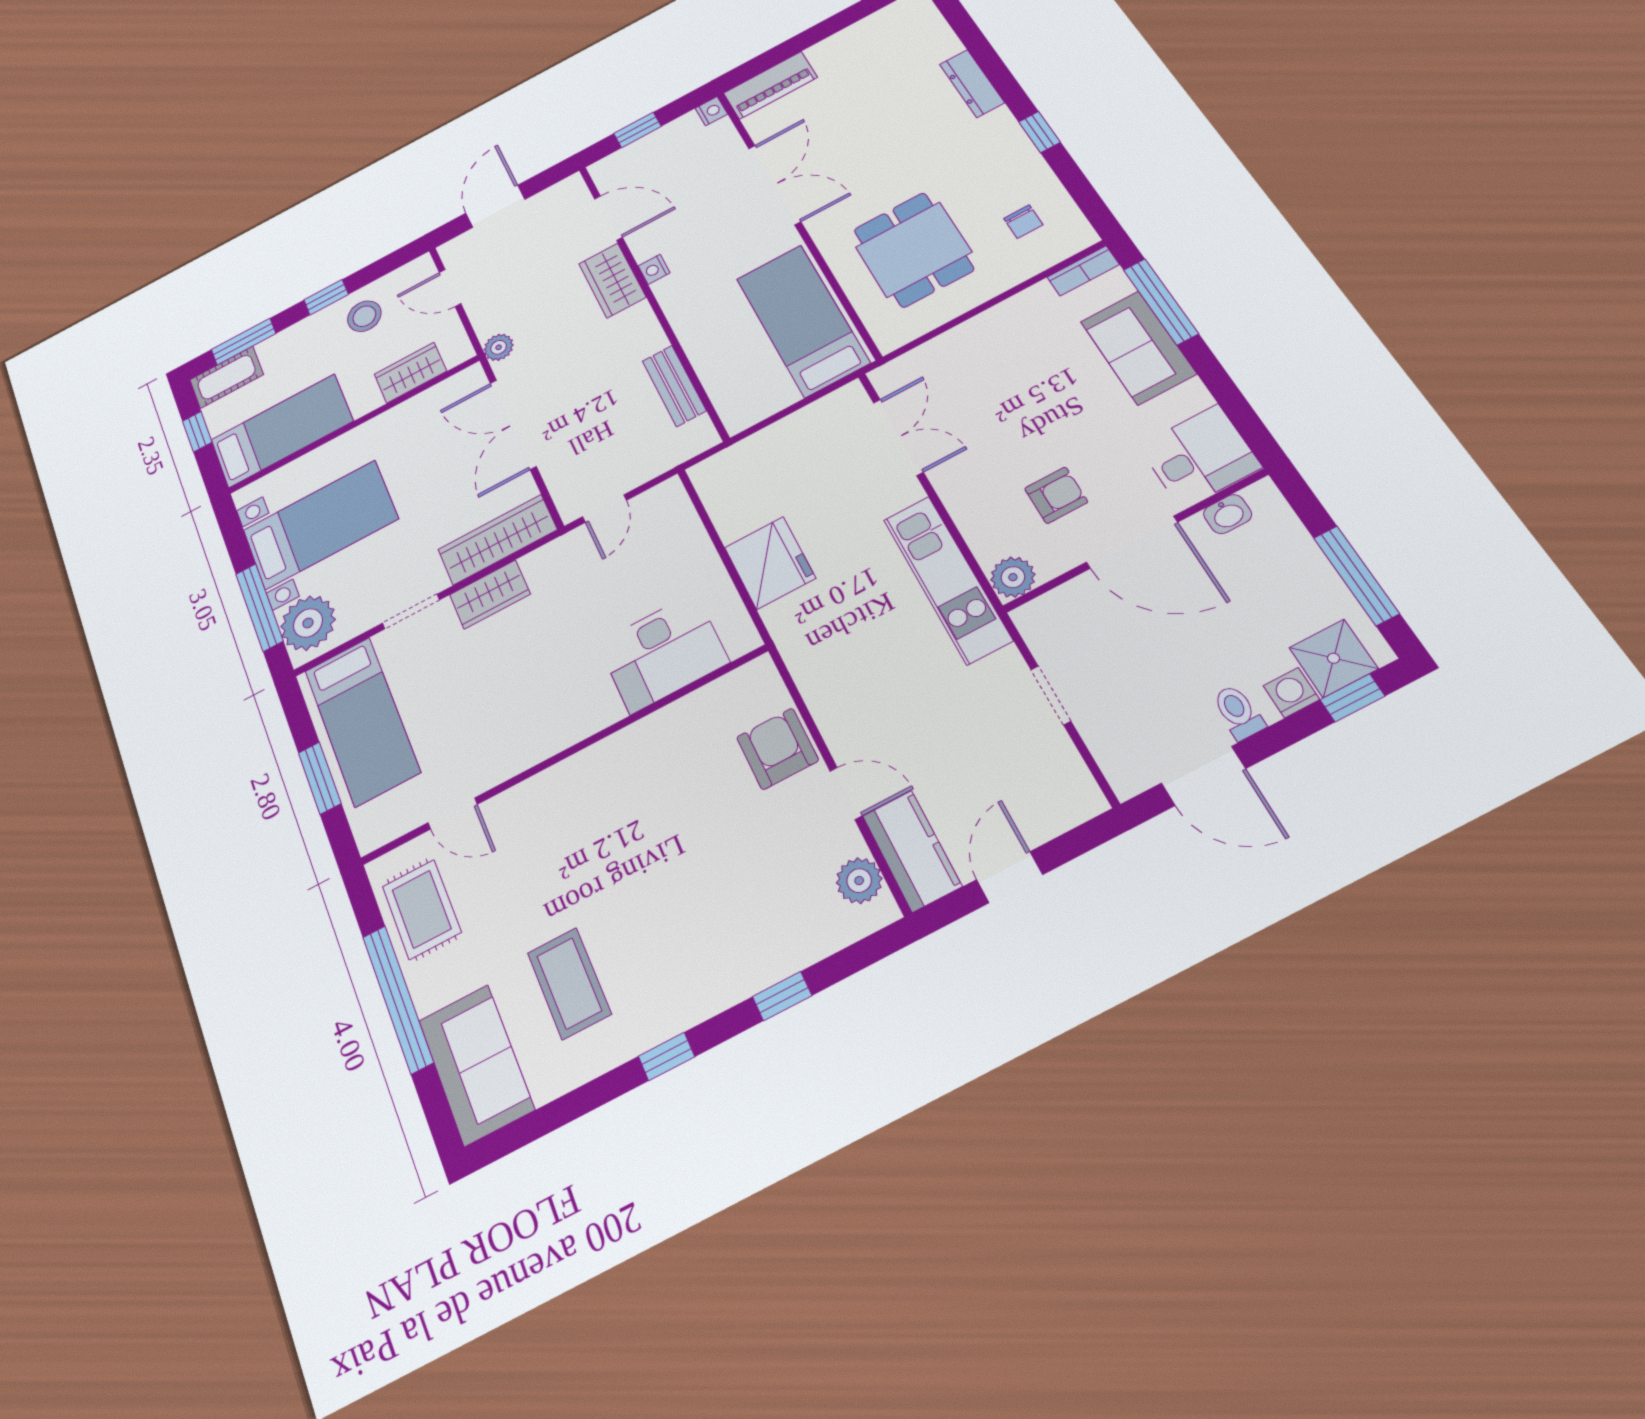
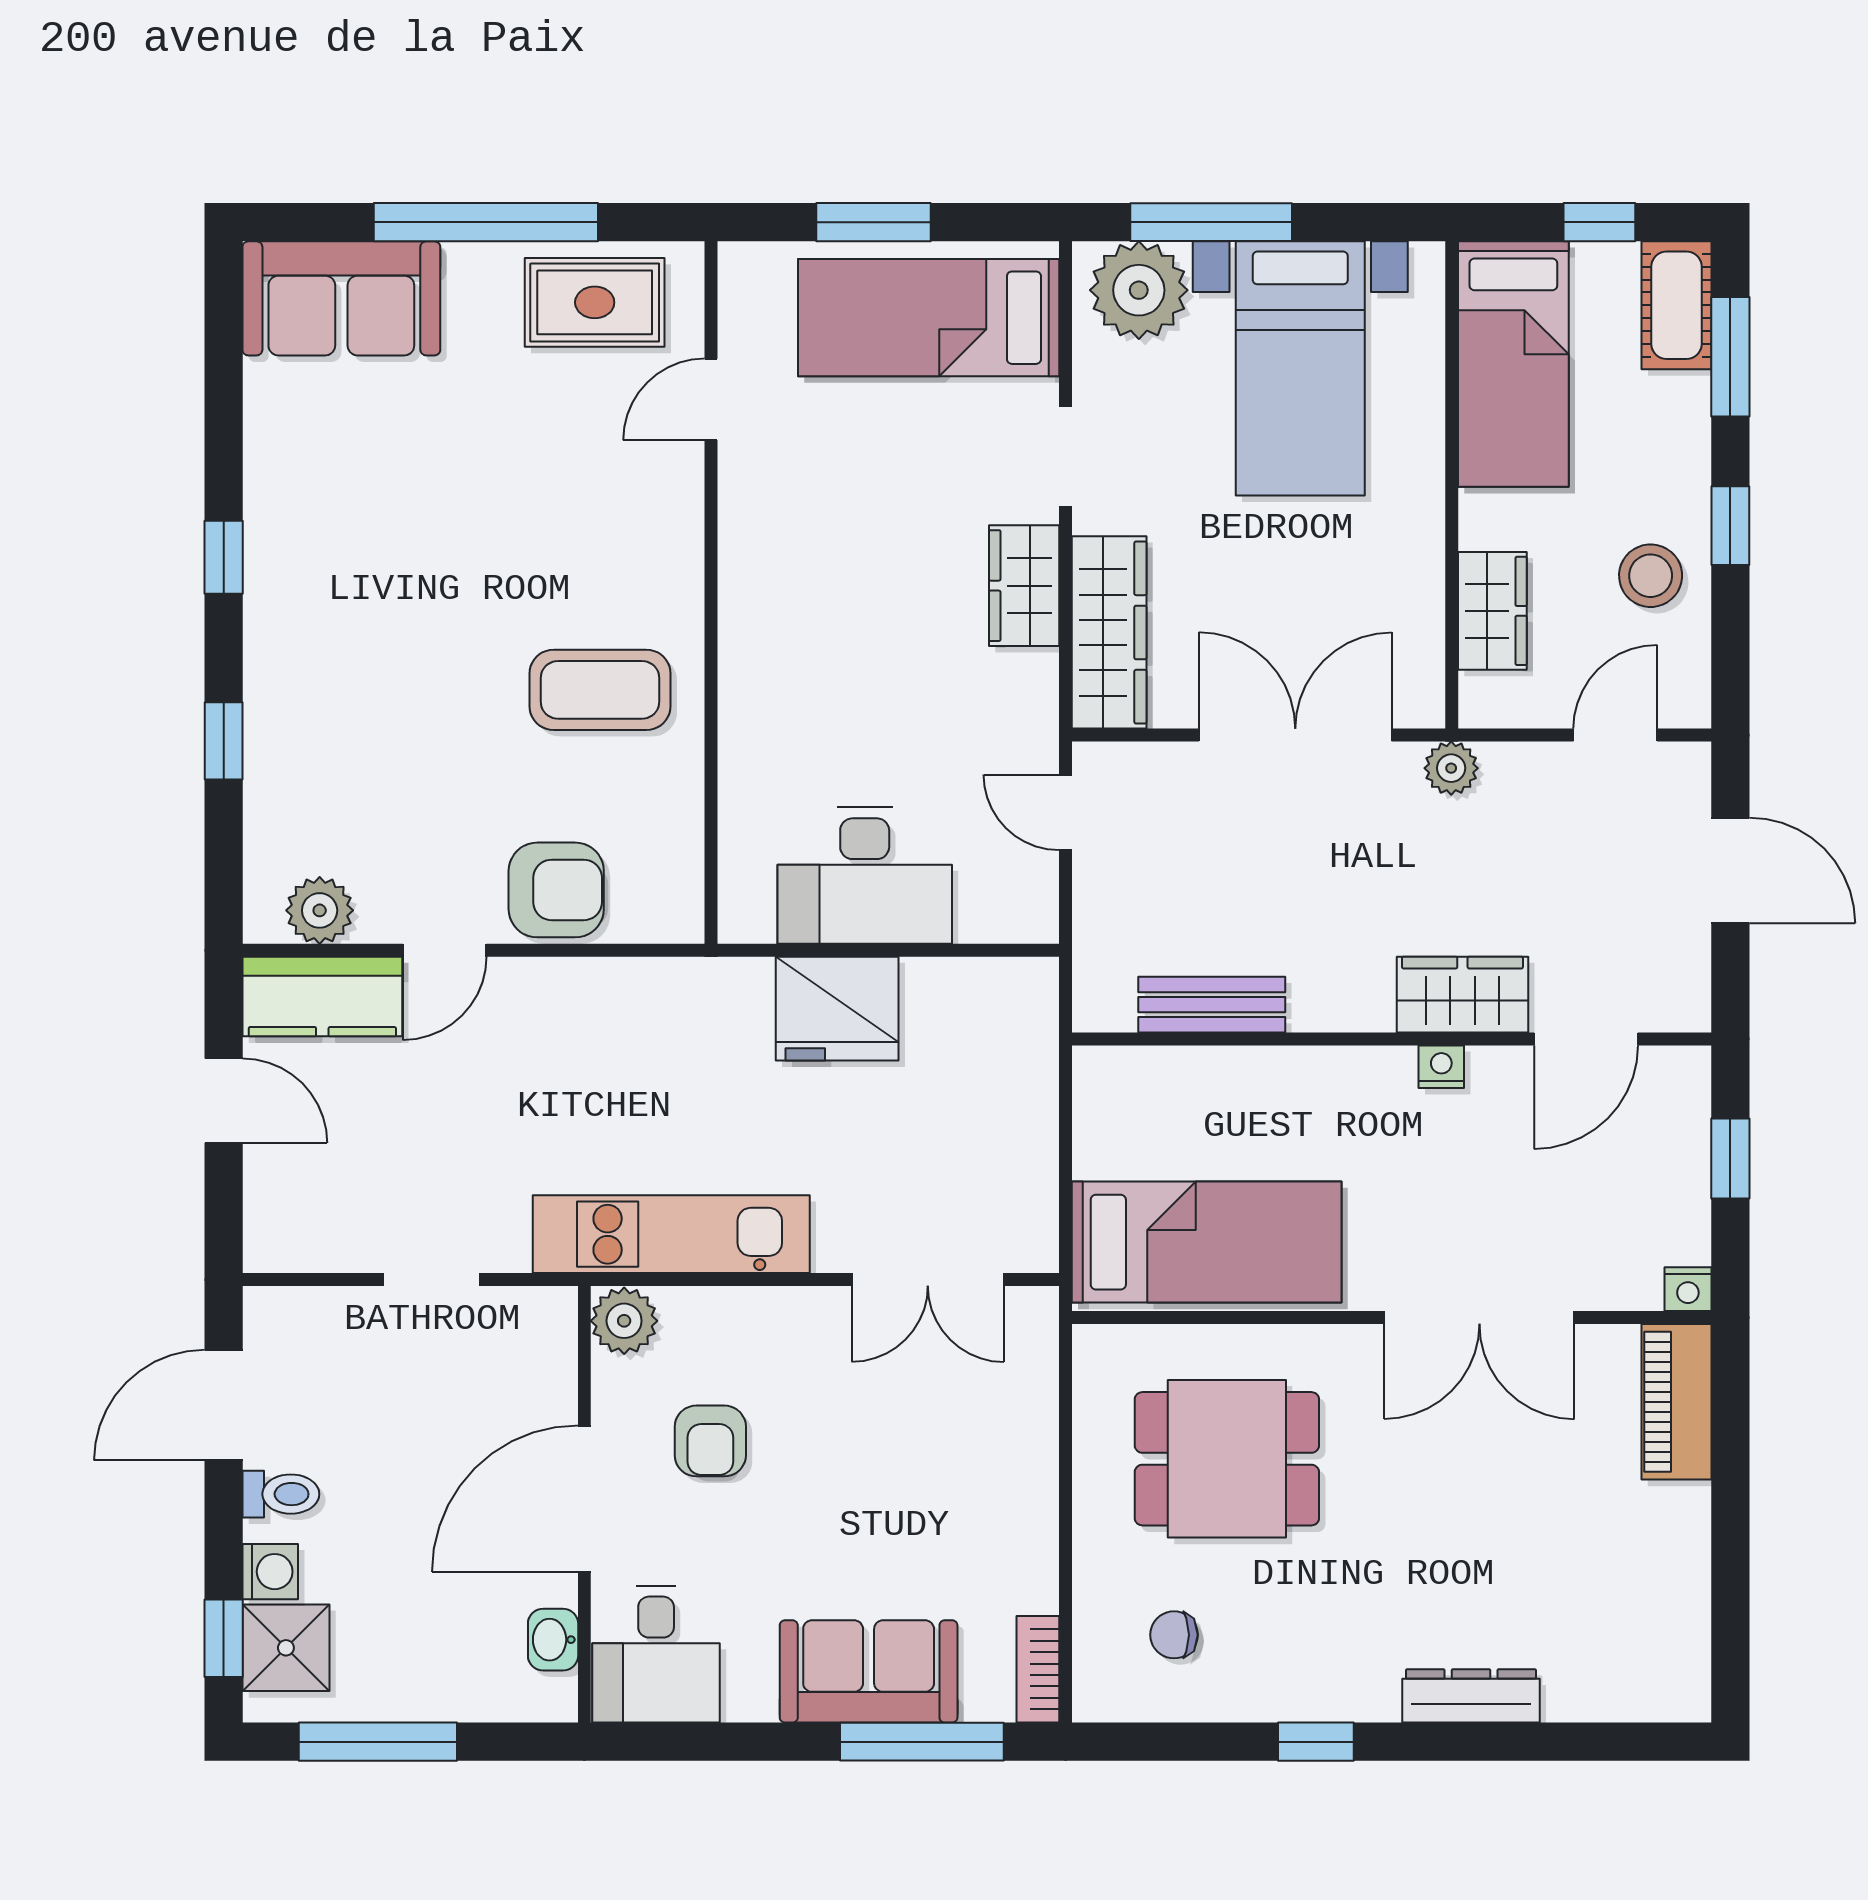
desk: (663, 653) -> (865, 876), moved, turned -90
coffee table: (569, 983) -> (600, 690), moved

